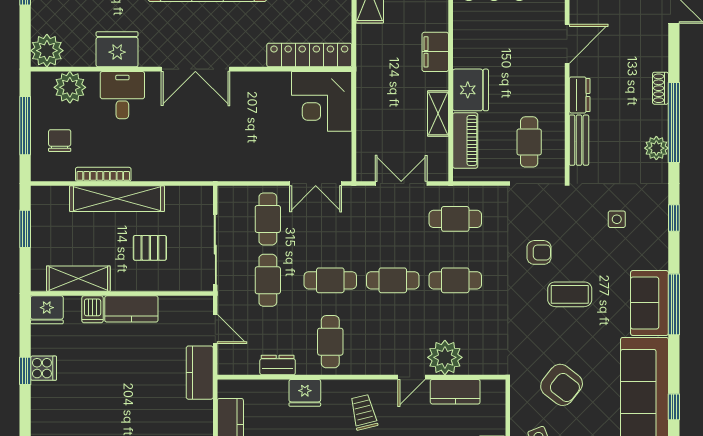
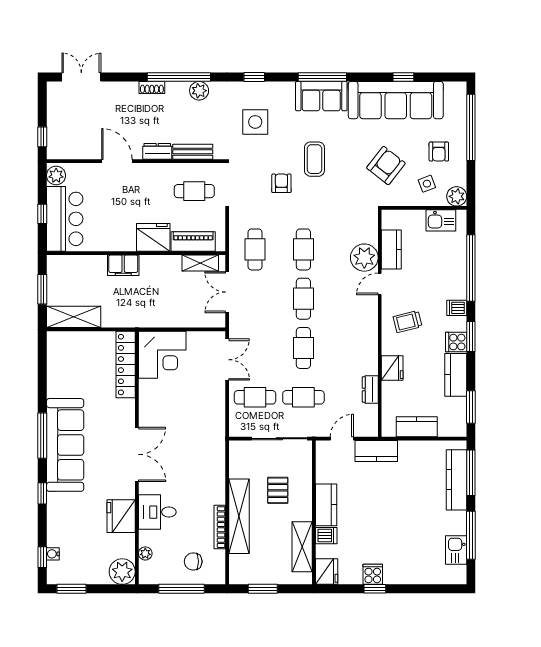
plant: (70, 87) -> (145, 553), width x0.53, depth x0.53
shelving: (438, 113) -> (200, 263), moved
side table: (617, 219) -> (255, 122), width x1.87, depth x1.87
cafe table: (330, 342) -> (352, 348), removed
door: (411, 377) -> (380, 284), swing flipped

